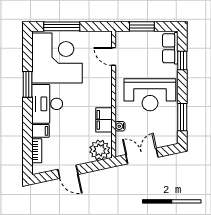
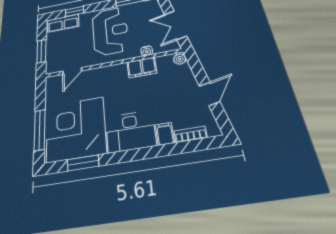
window: (27, 84) -> (83, 163), moved
plant: (100, 150) -> (180, 59), width x0.53, depth x0.53

